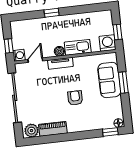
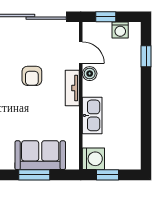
window: (52, 13) -> (146, 56), moved
boiler: (59, 51) -> (90, 74), moved
washing machine: (19, 55) -> (120, 30), moved
armchair: (75, 98) -> (32, 76), moved, turned 90

